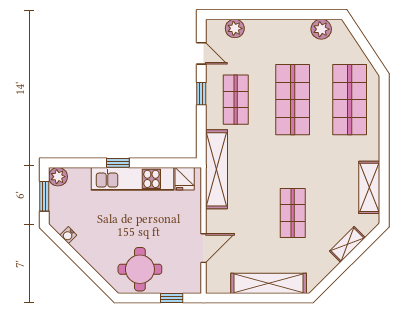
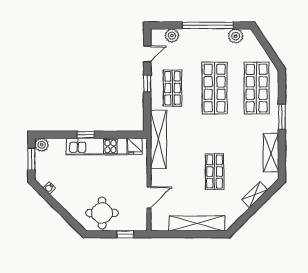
window: (283, 15) -> (208, 25), added
door: (201, 53) -> (147, 54), hinge flipped
window: (384, 139) -> (282, 117), added

